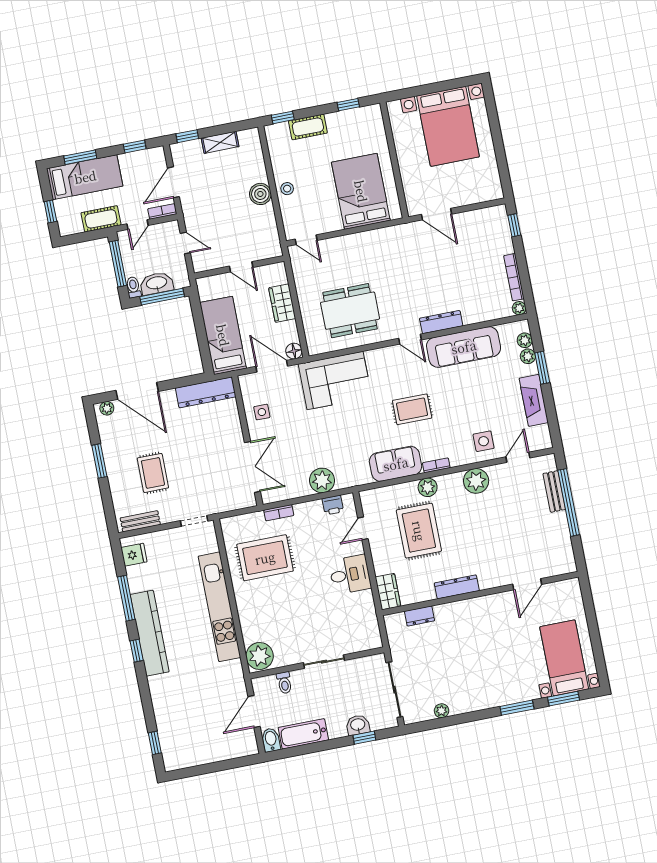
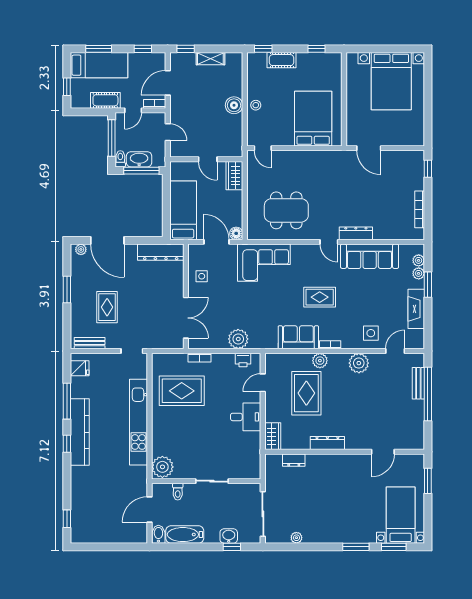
wardrobe: (282, 303) -> (234, 176), moved
plant: (519, 308) -> (419, 234), removed
window: (590, 609) -> (428, 481), added

